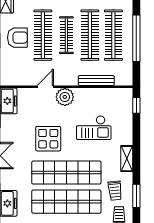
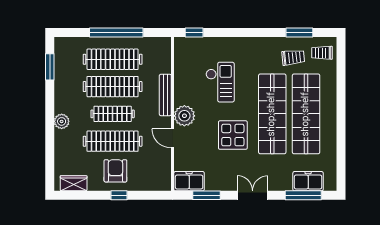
bench: (96, 81) -> (165, 95), moved
shelving: (127, 159) -> (256, 44), removed

